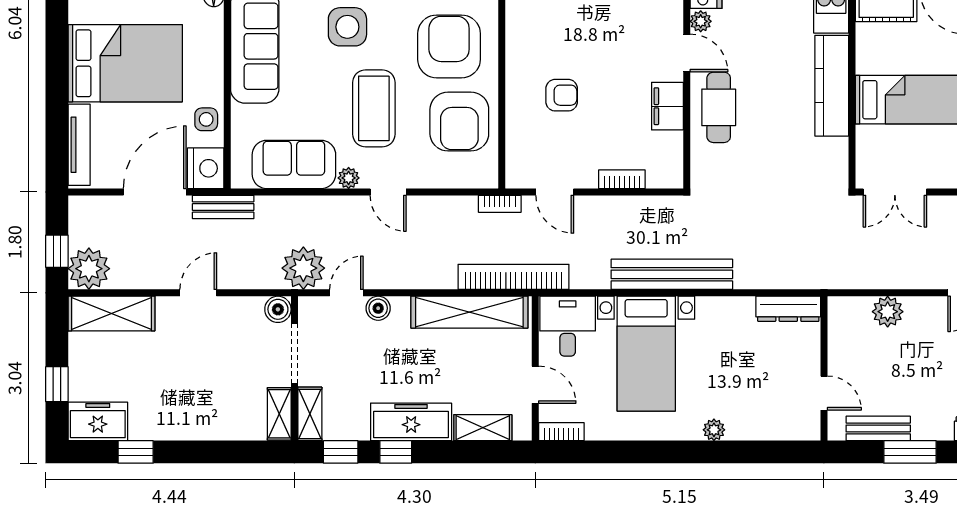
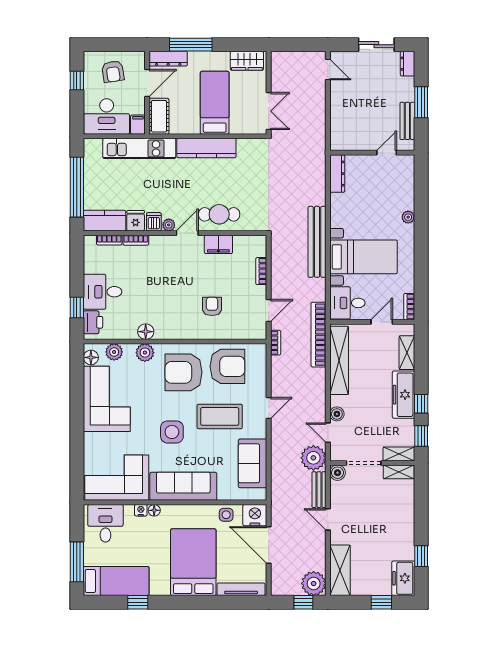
plant: (349, 178) -> (261, 431), removed
bench: (223, 207) -> (319, 490), moved
plant: (888, 312) -> (339, 115), removed

